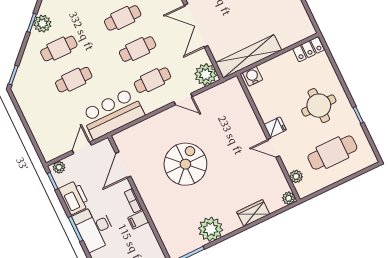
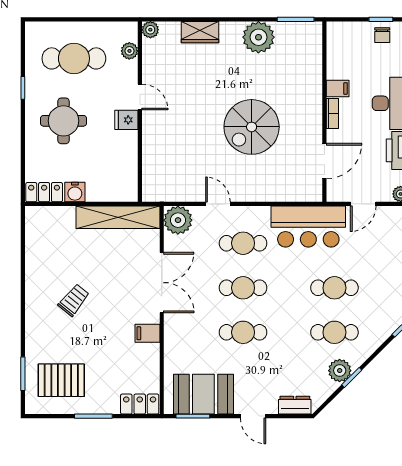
water cooler: (253, 76) -> (75, 192), moved

